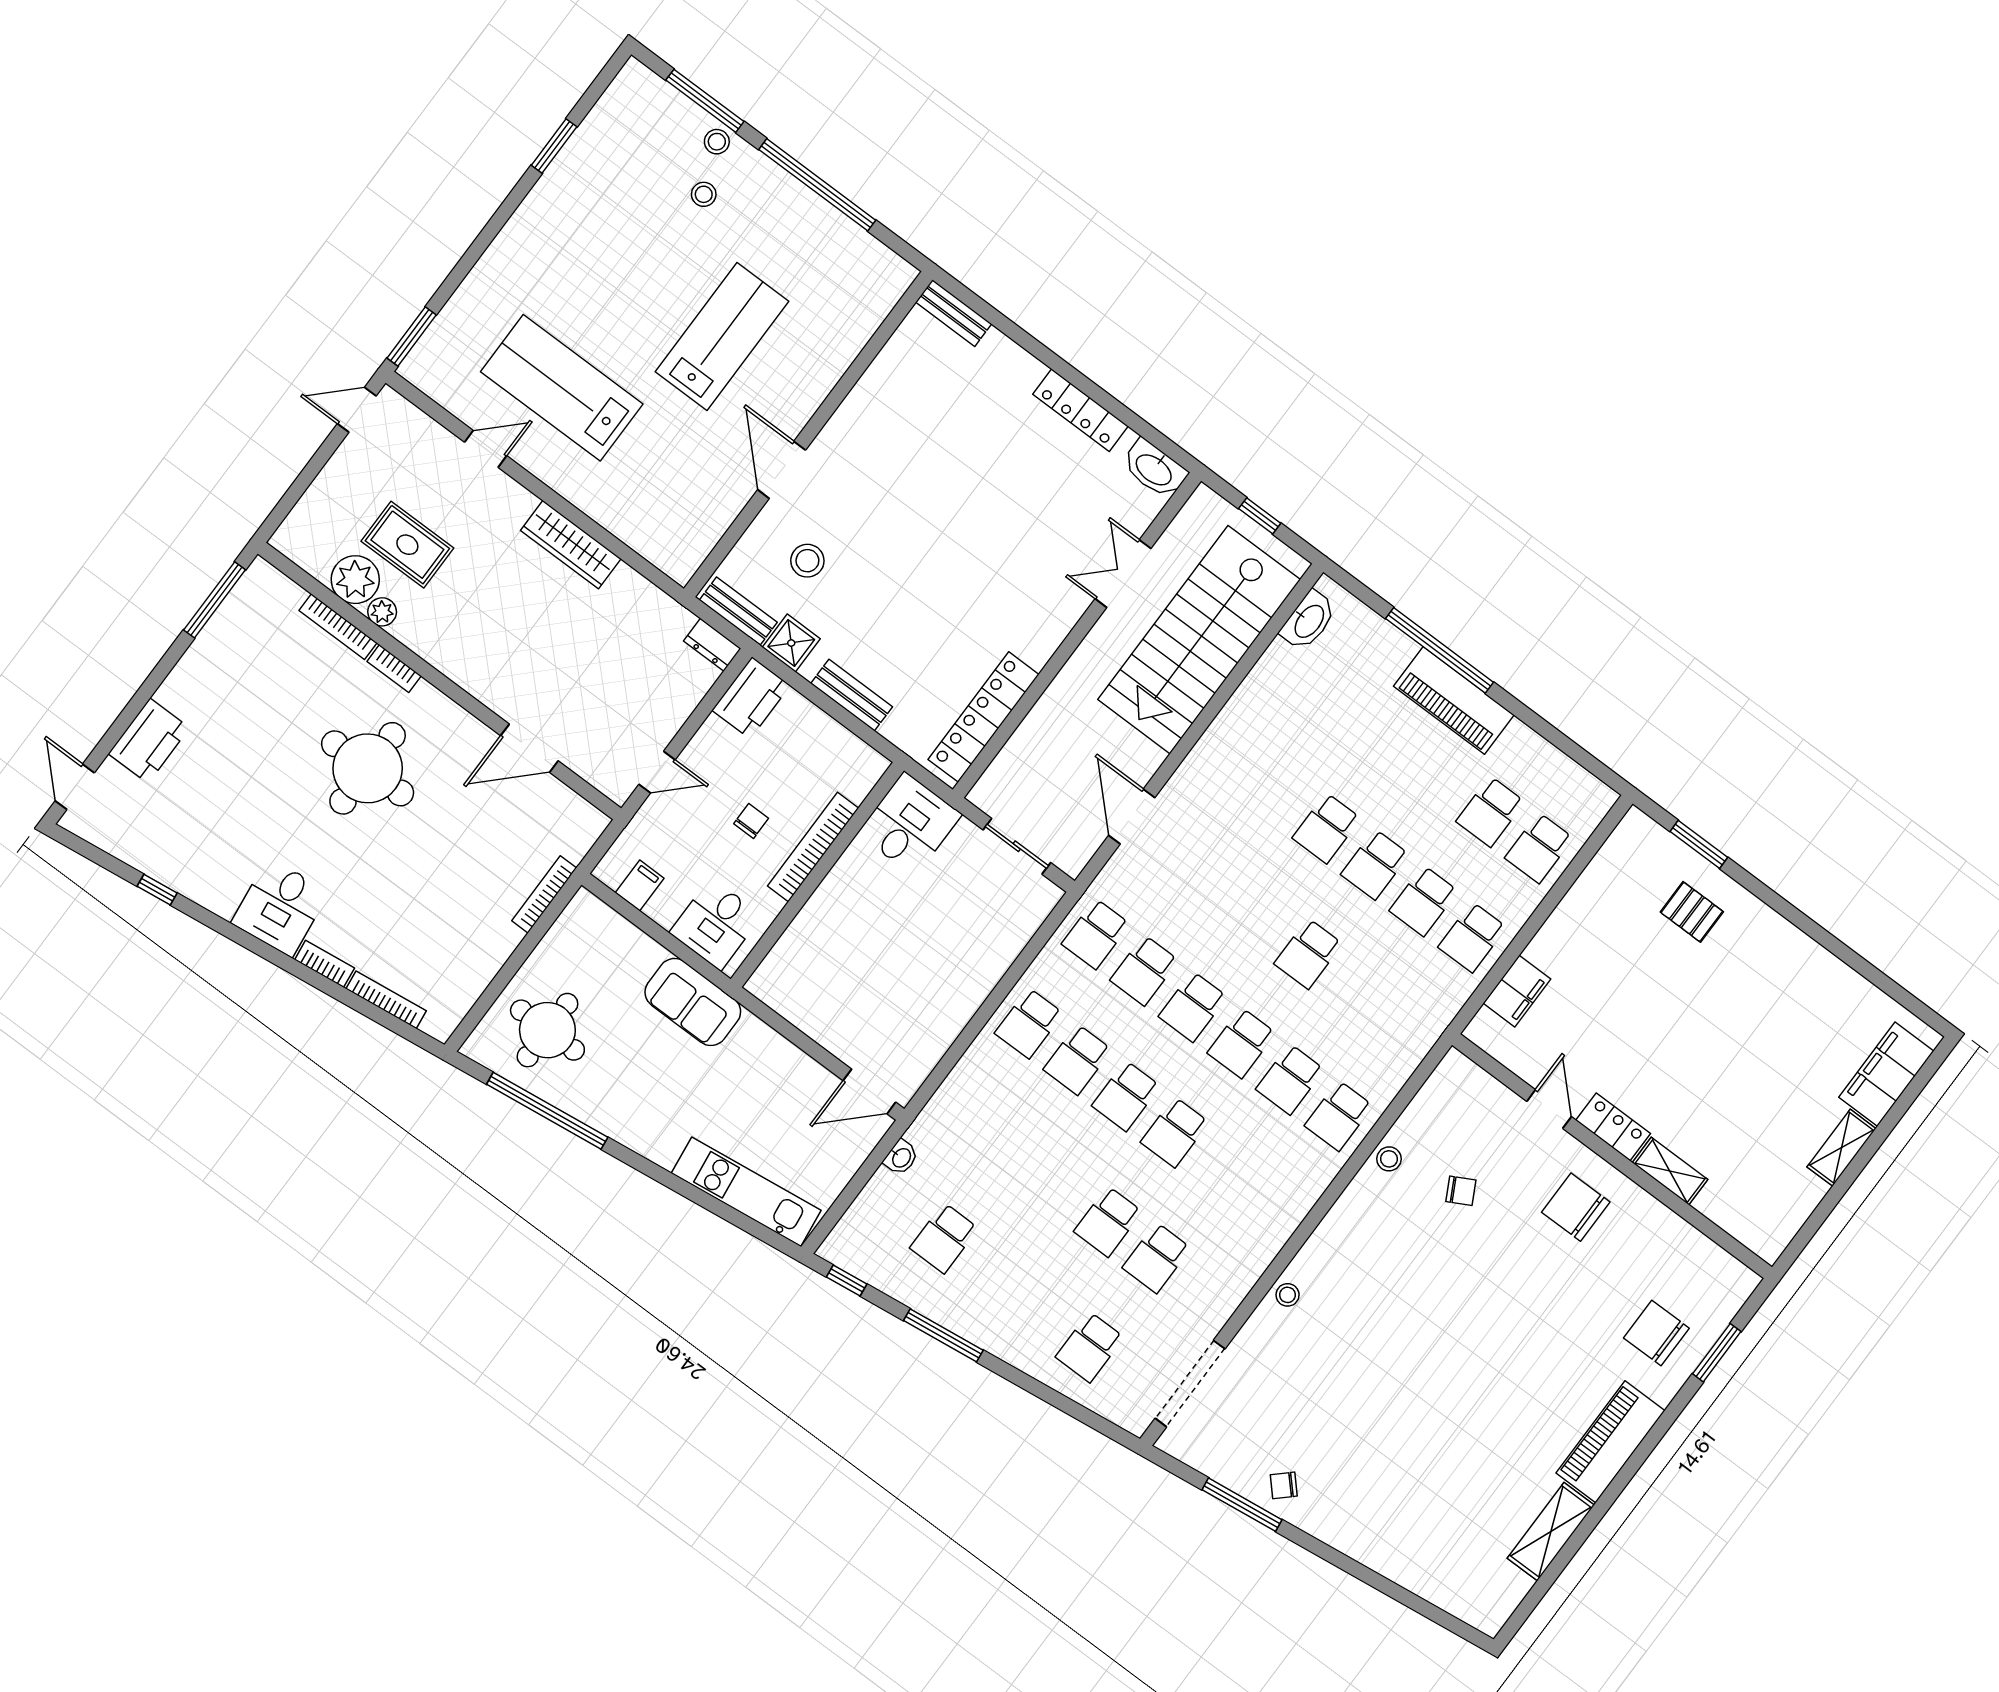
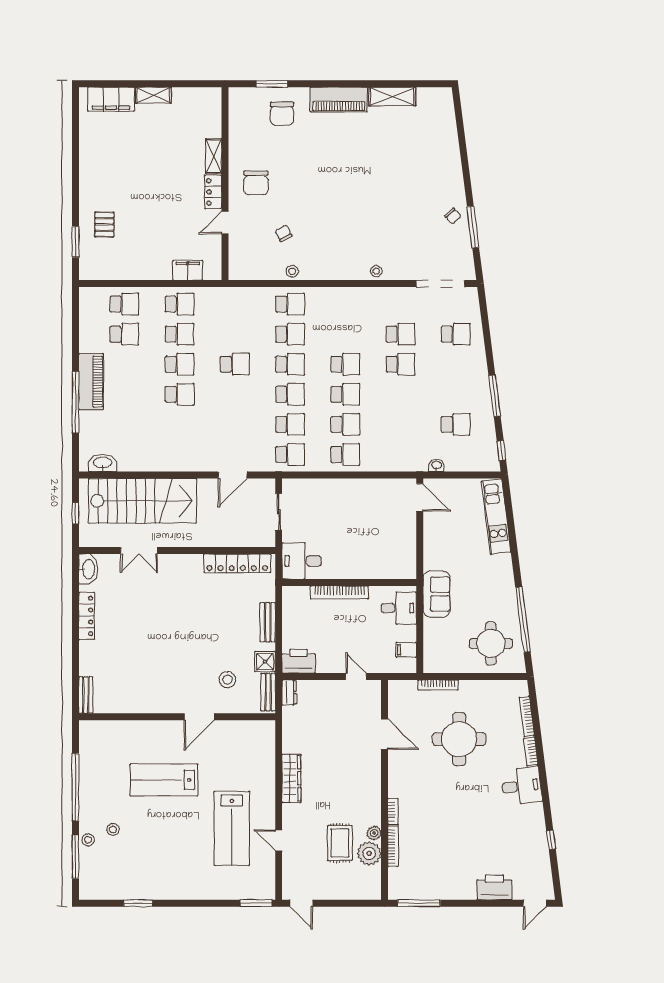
round table: (368, 768) -> (459, 739), moved
chair: (751, 821) -> (347, 625), removed

